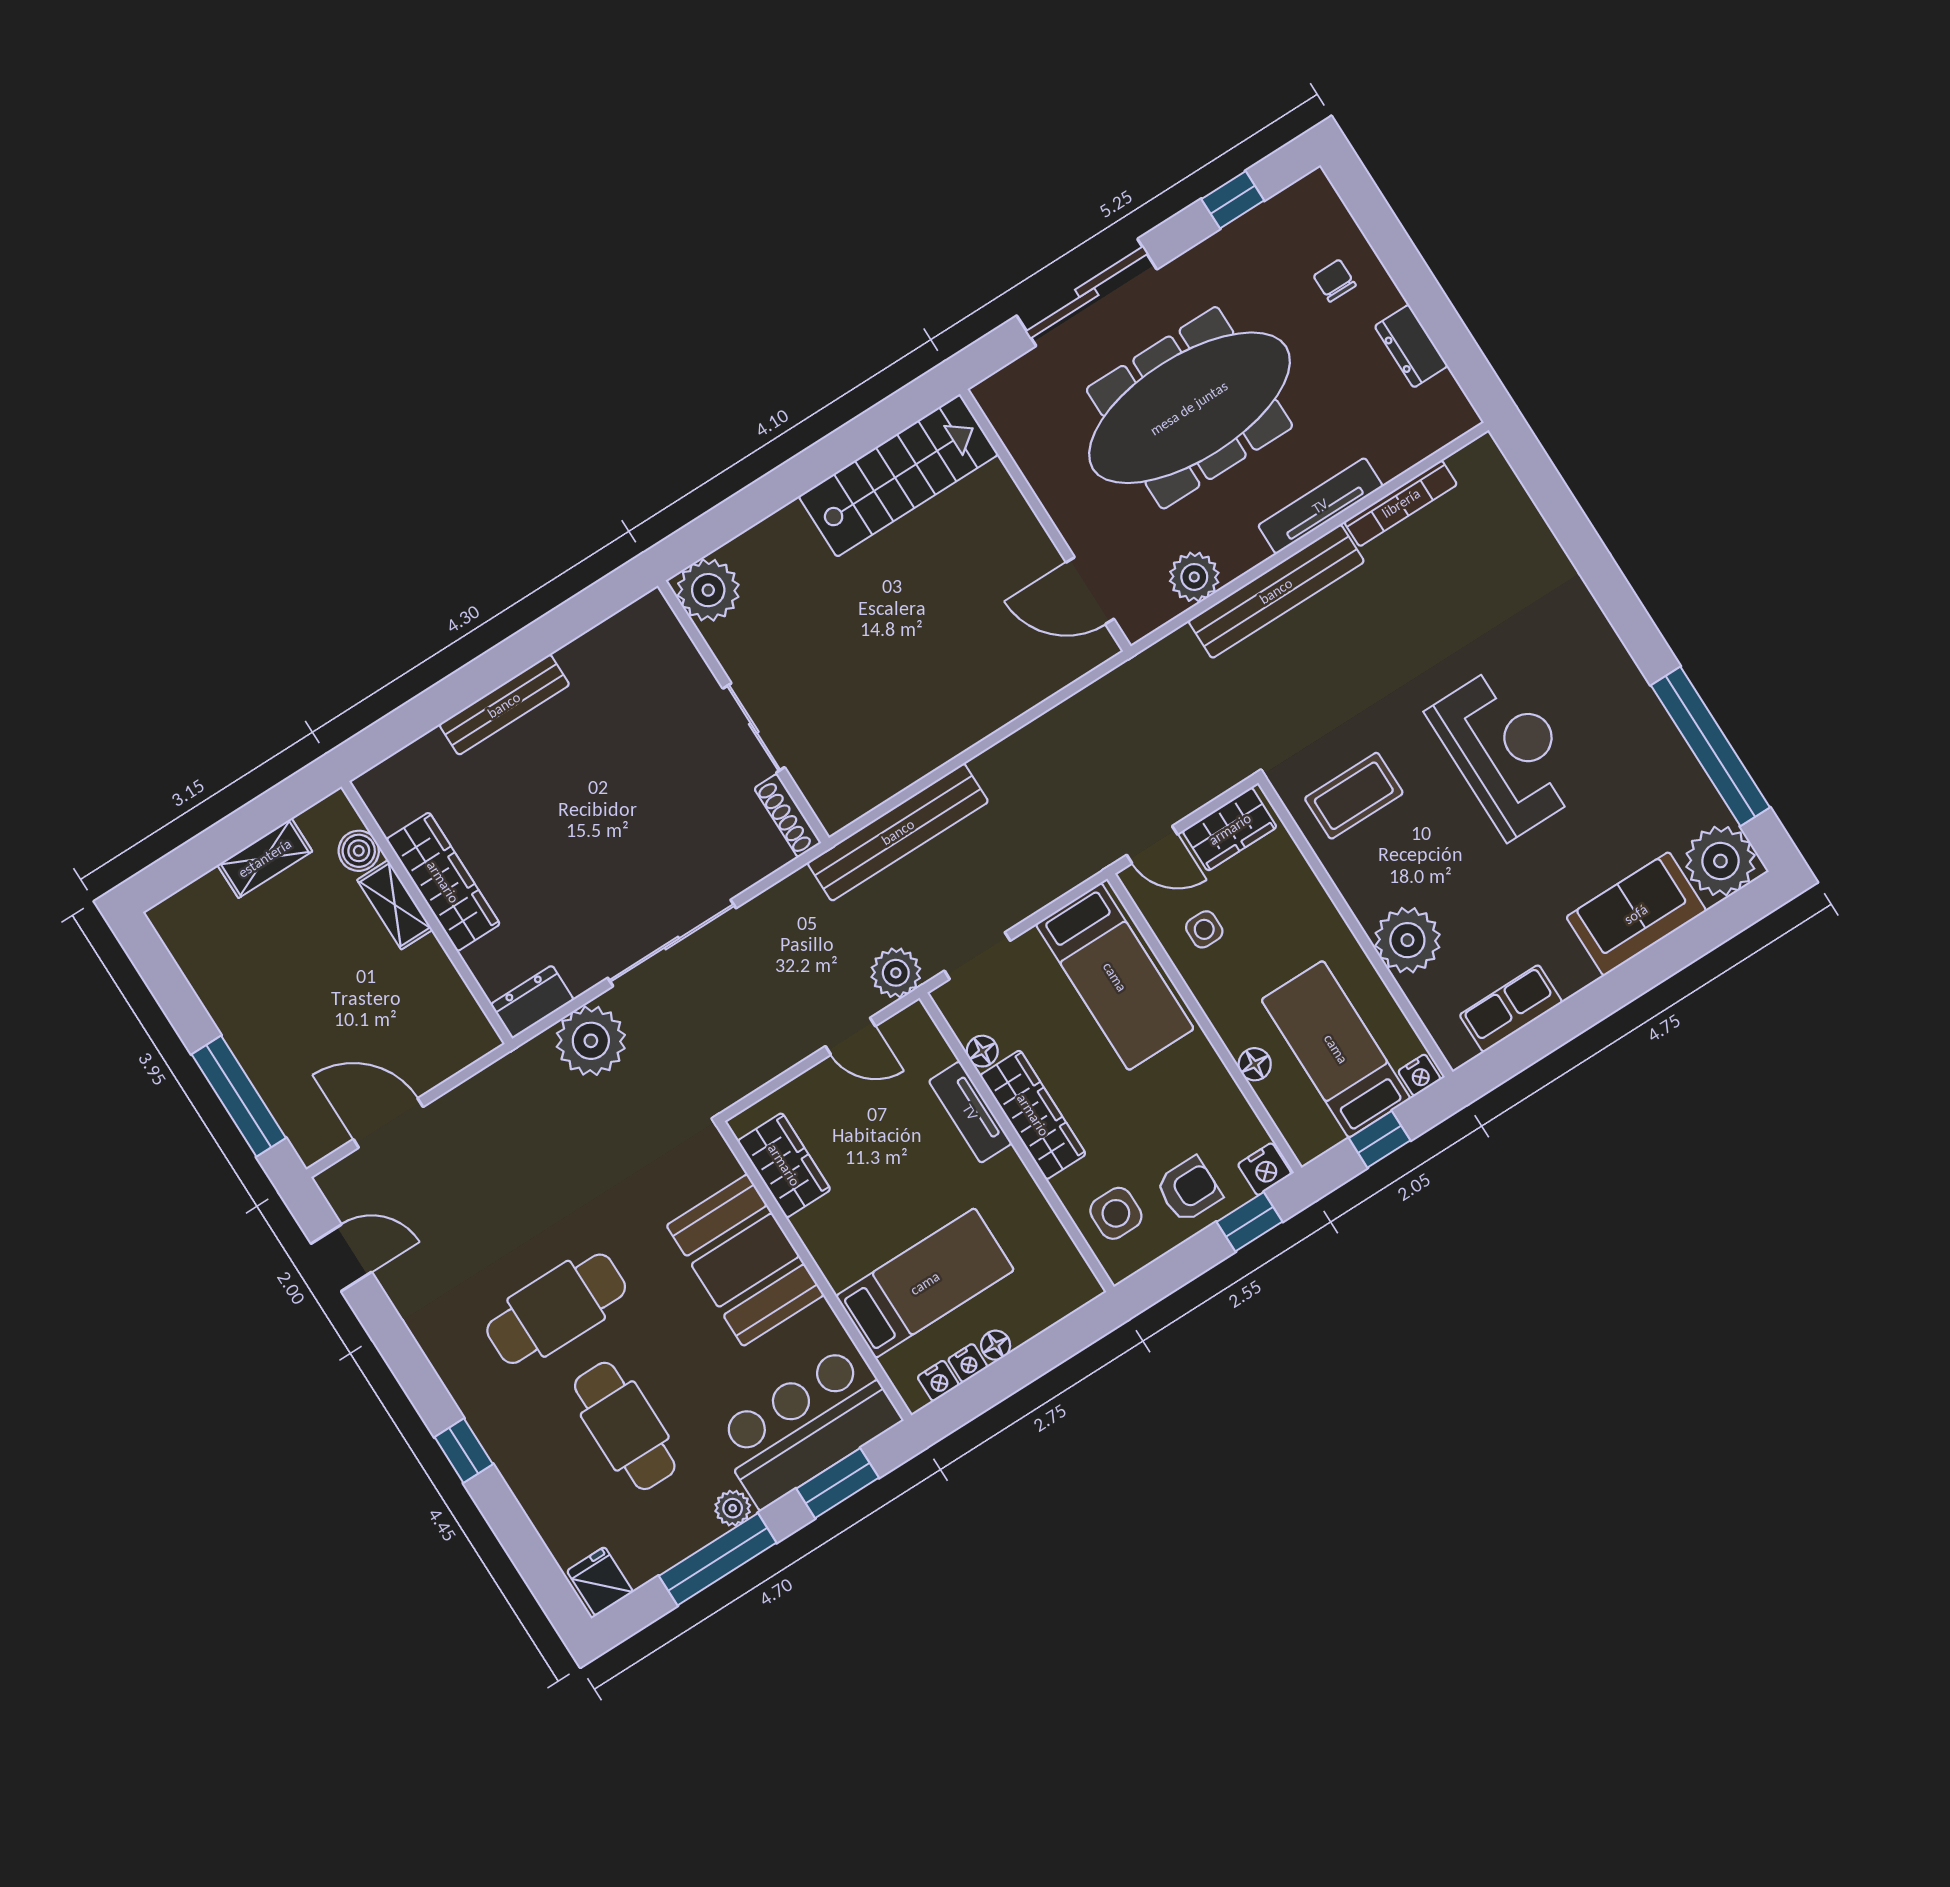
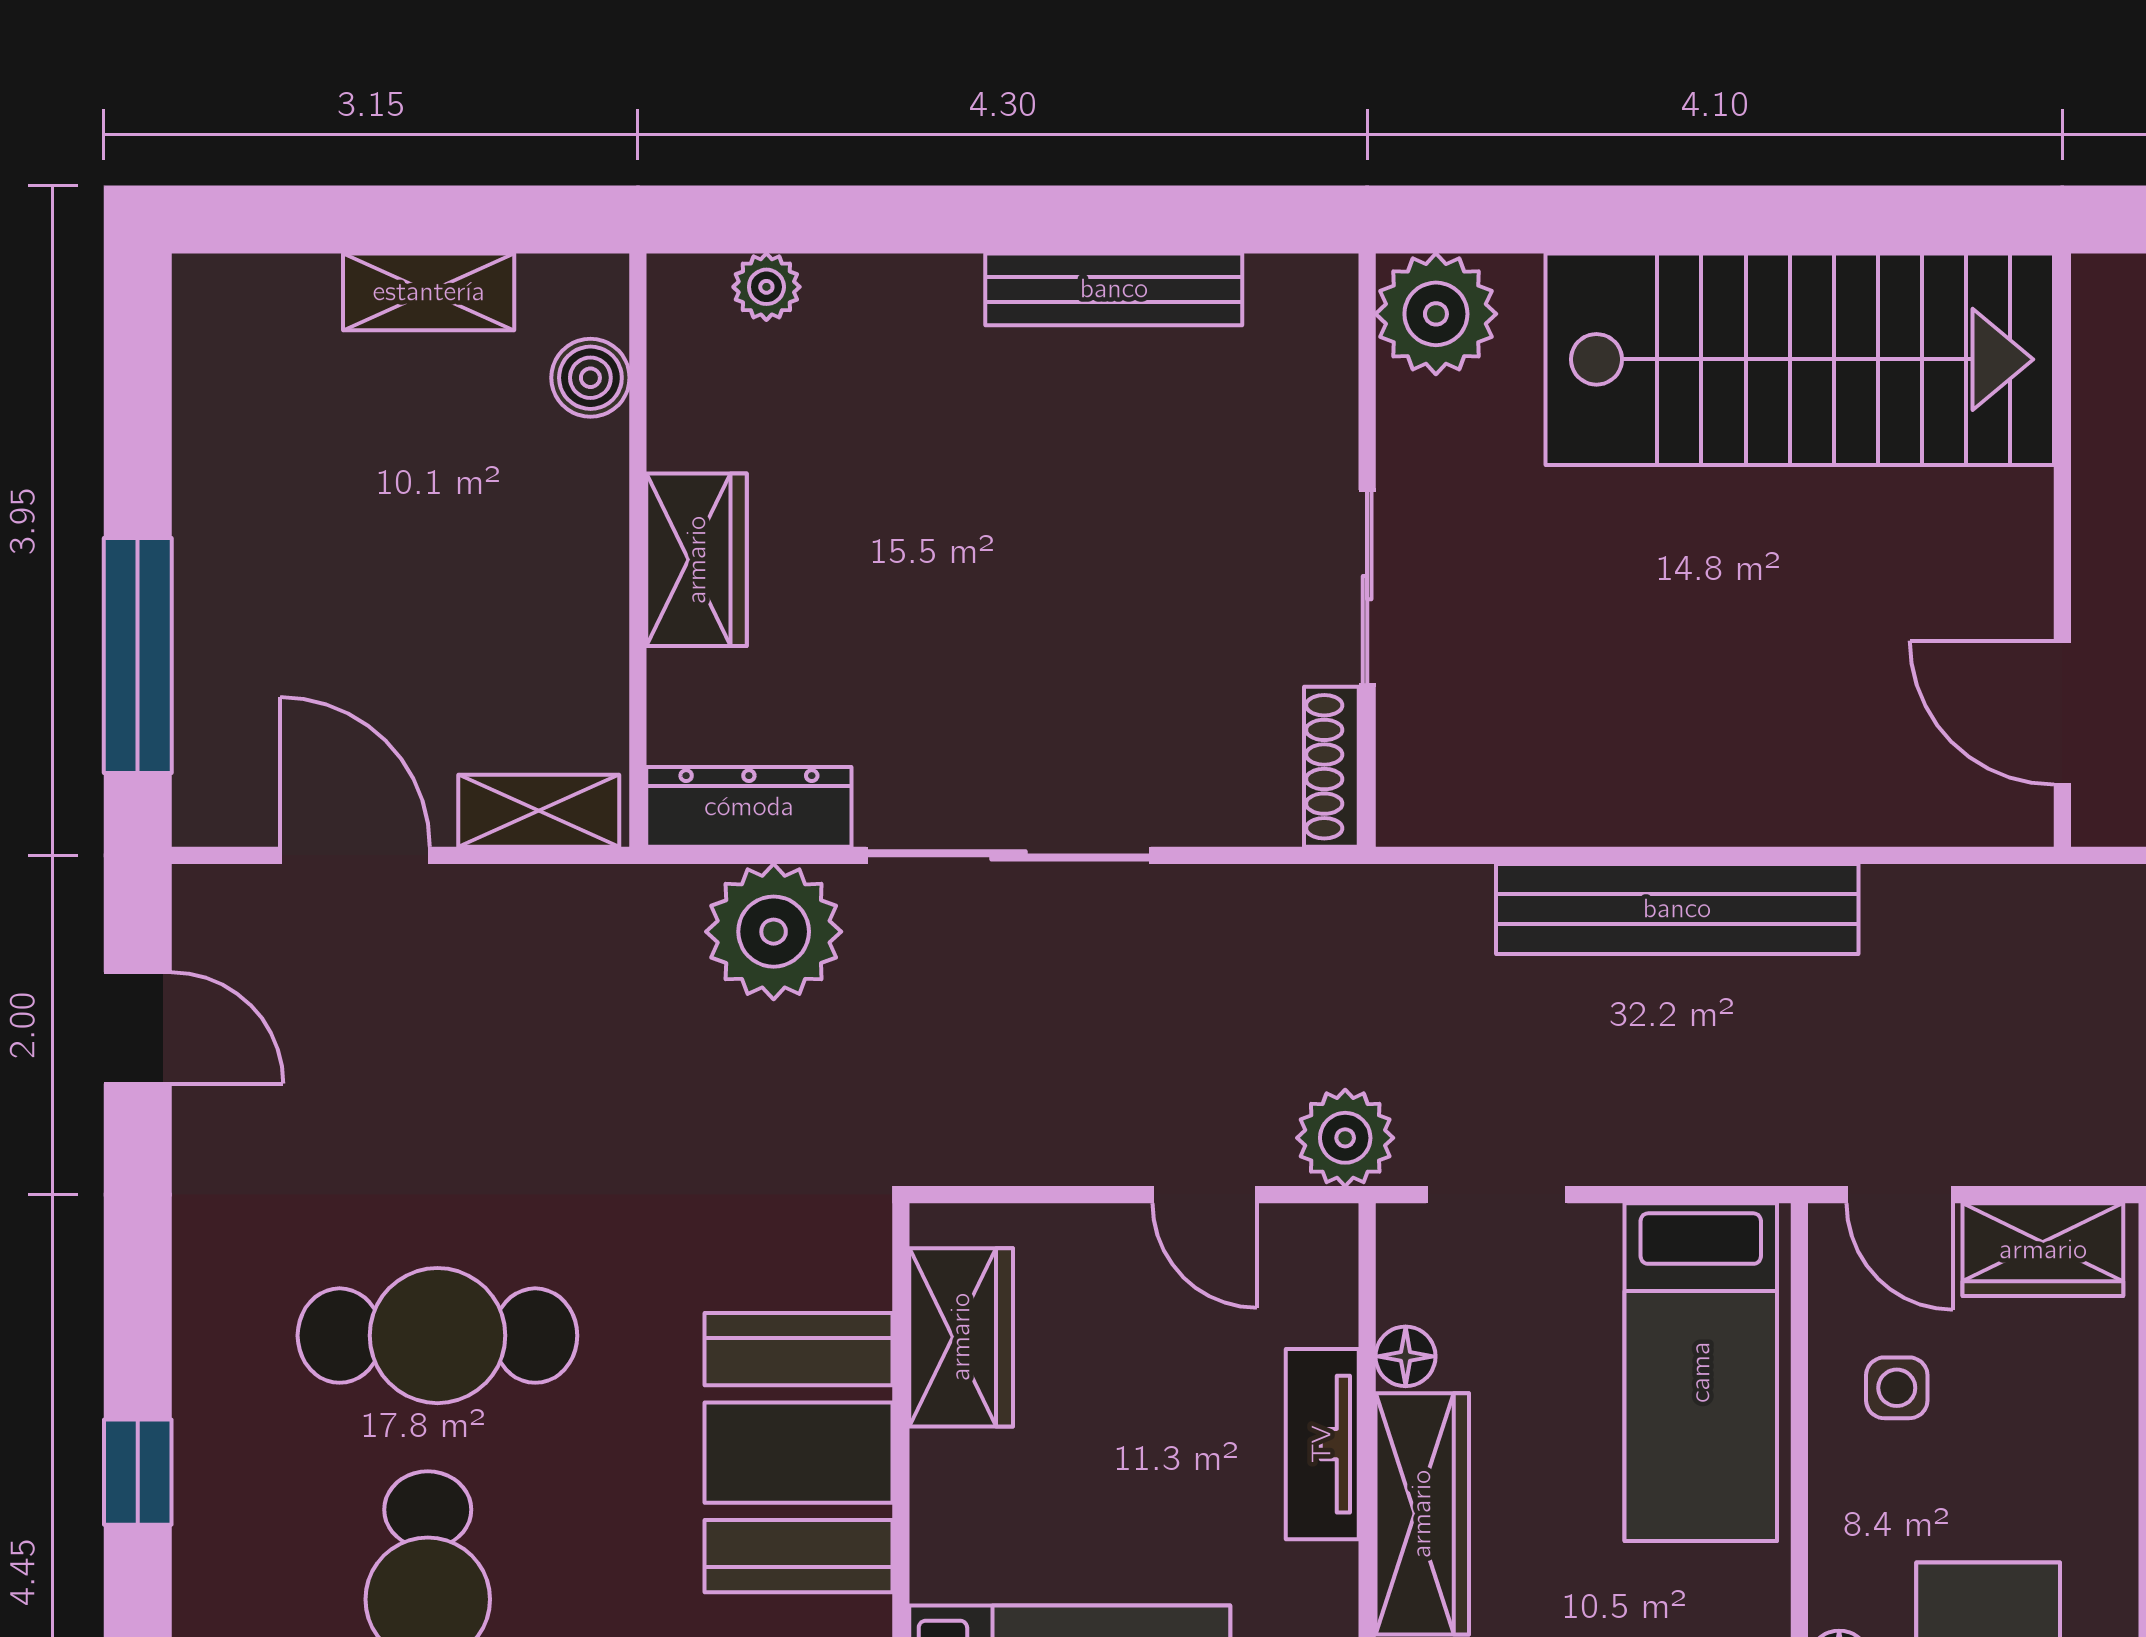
stairs: (898, 475) -> (1800, 359), width x1.36, depth x1.51
bench: (504, 705) -> (1114, 289), moved
plant: (410, 763) -> (766, 287), added
bench: (898, 832) -> (1677, 909), moved
wardrobe: (443, 882) -> (697, 560), width x0.67
shelving: (395, 905) -> (539, 811), moved, turned 90
dresser: (532, 1002) -> (749, 807), width x1.44

